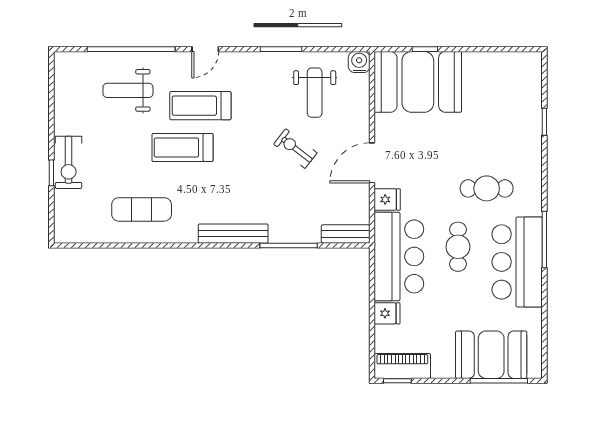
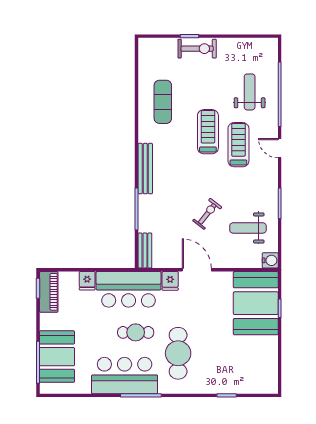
exercise bike: (69, 162) -> (197, 49), turned 180
cafe table: (487, 188) -> (178, 353), width x1.37, depth x1.35

